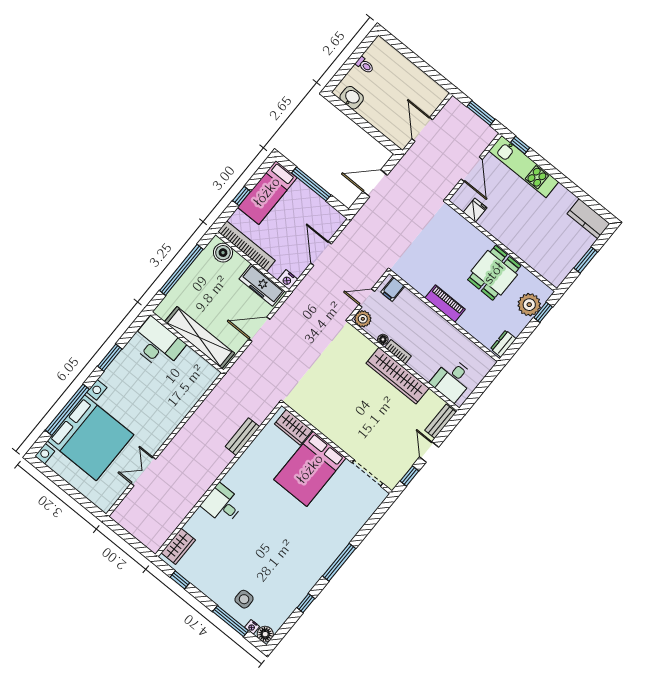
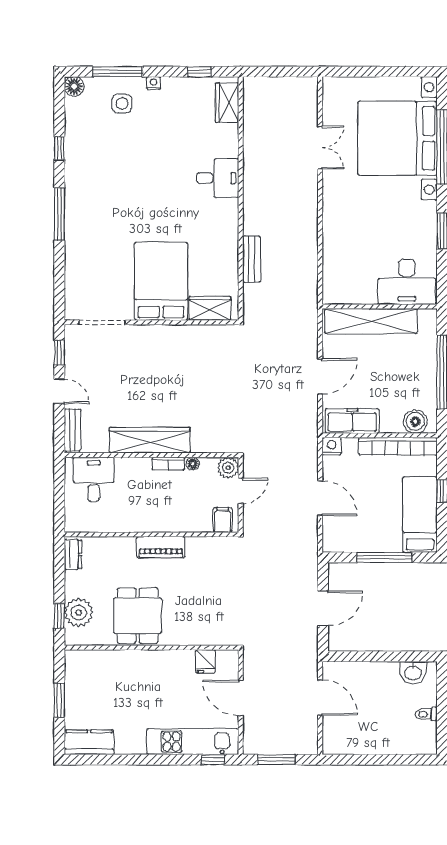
nightstand: (252, 627) -> (154, 83), moved

